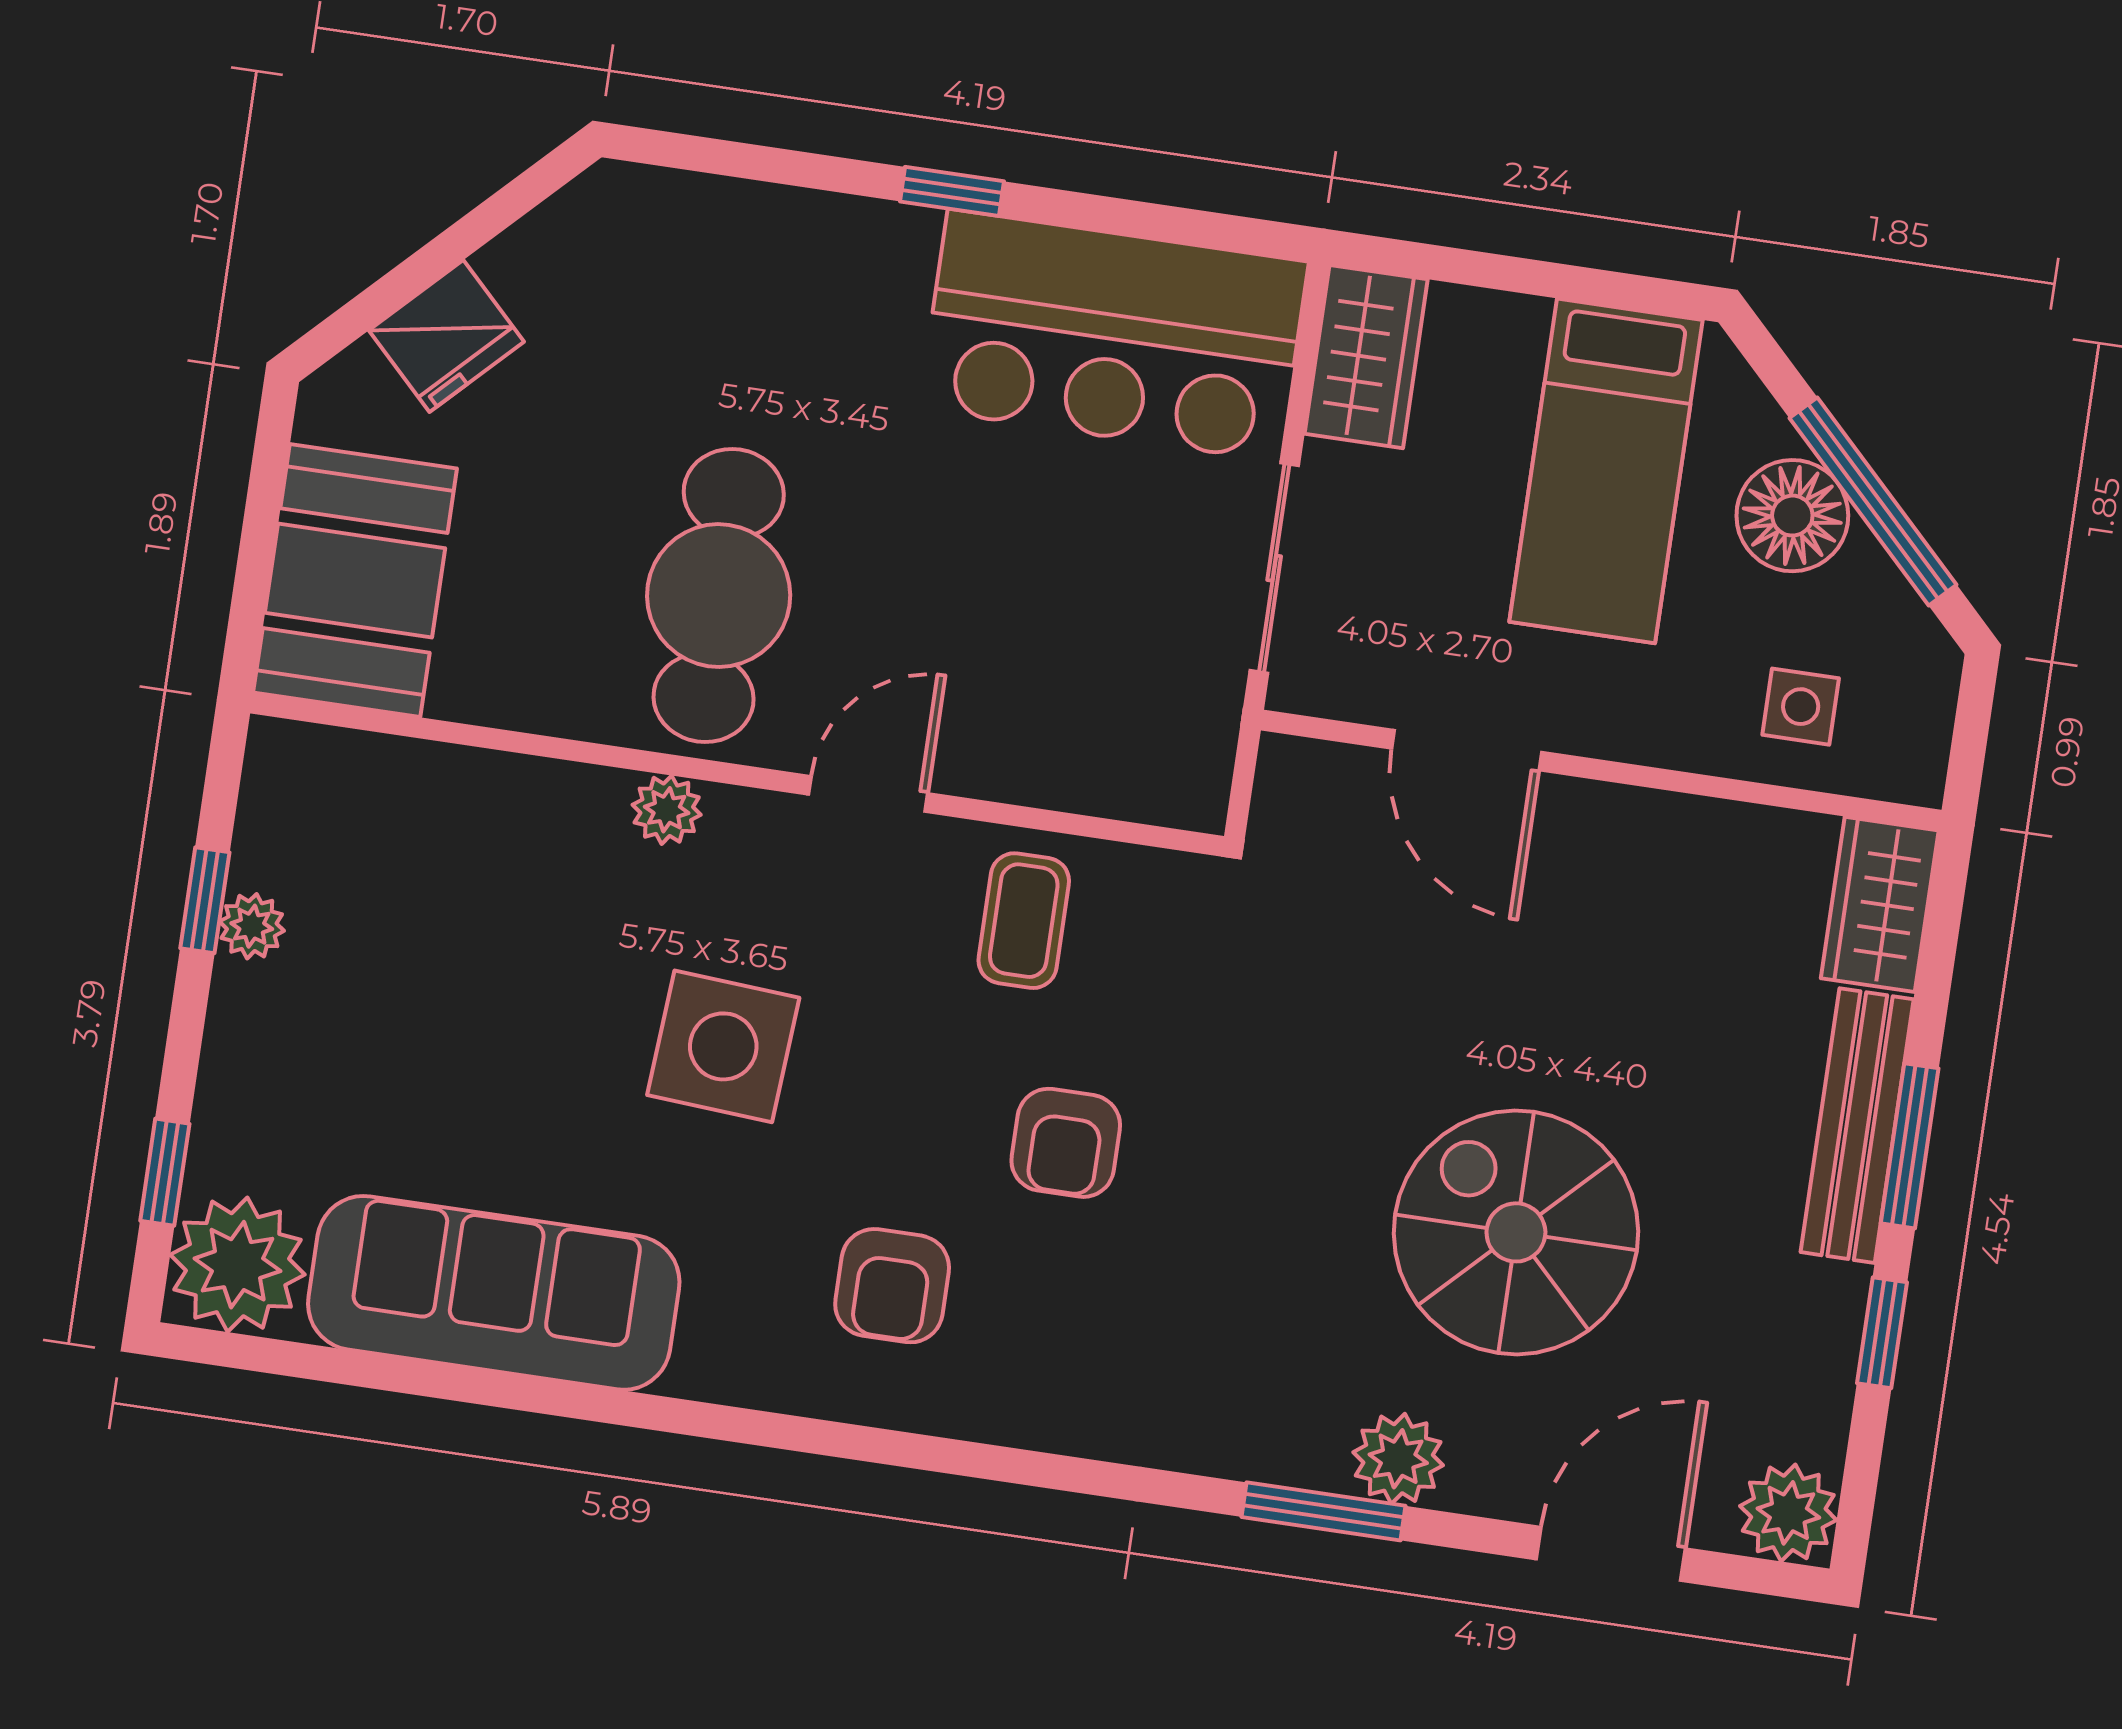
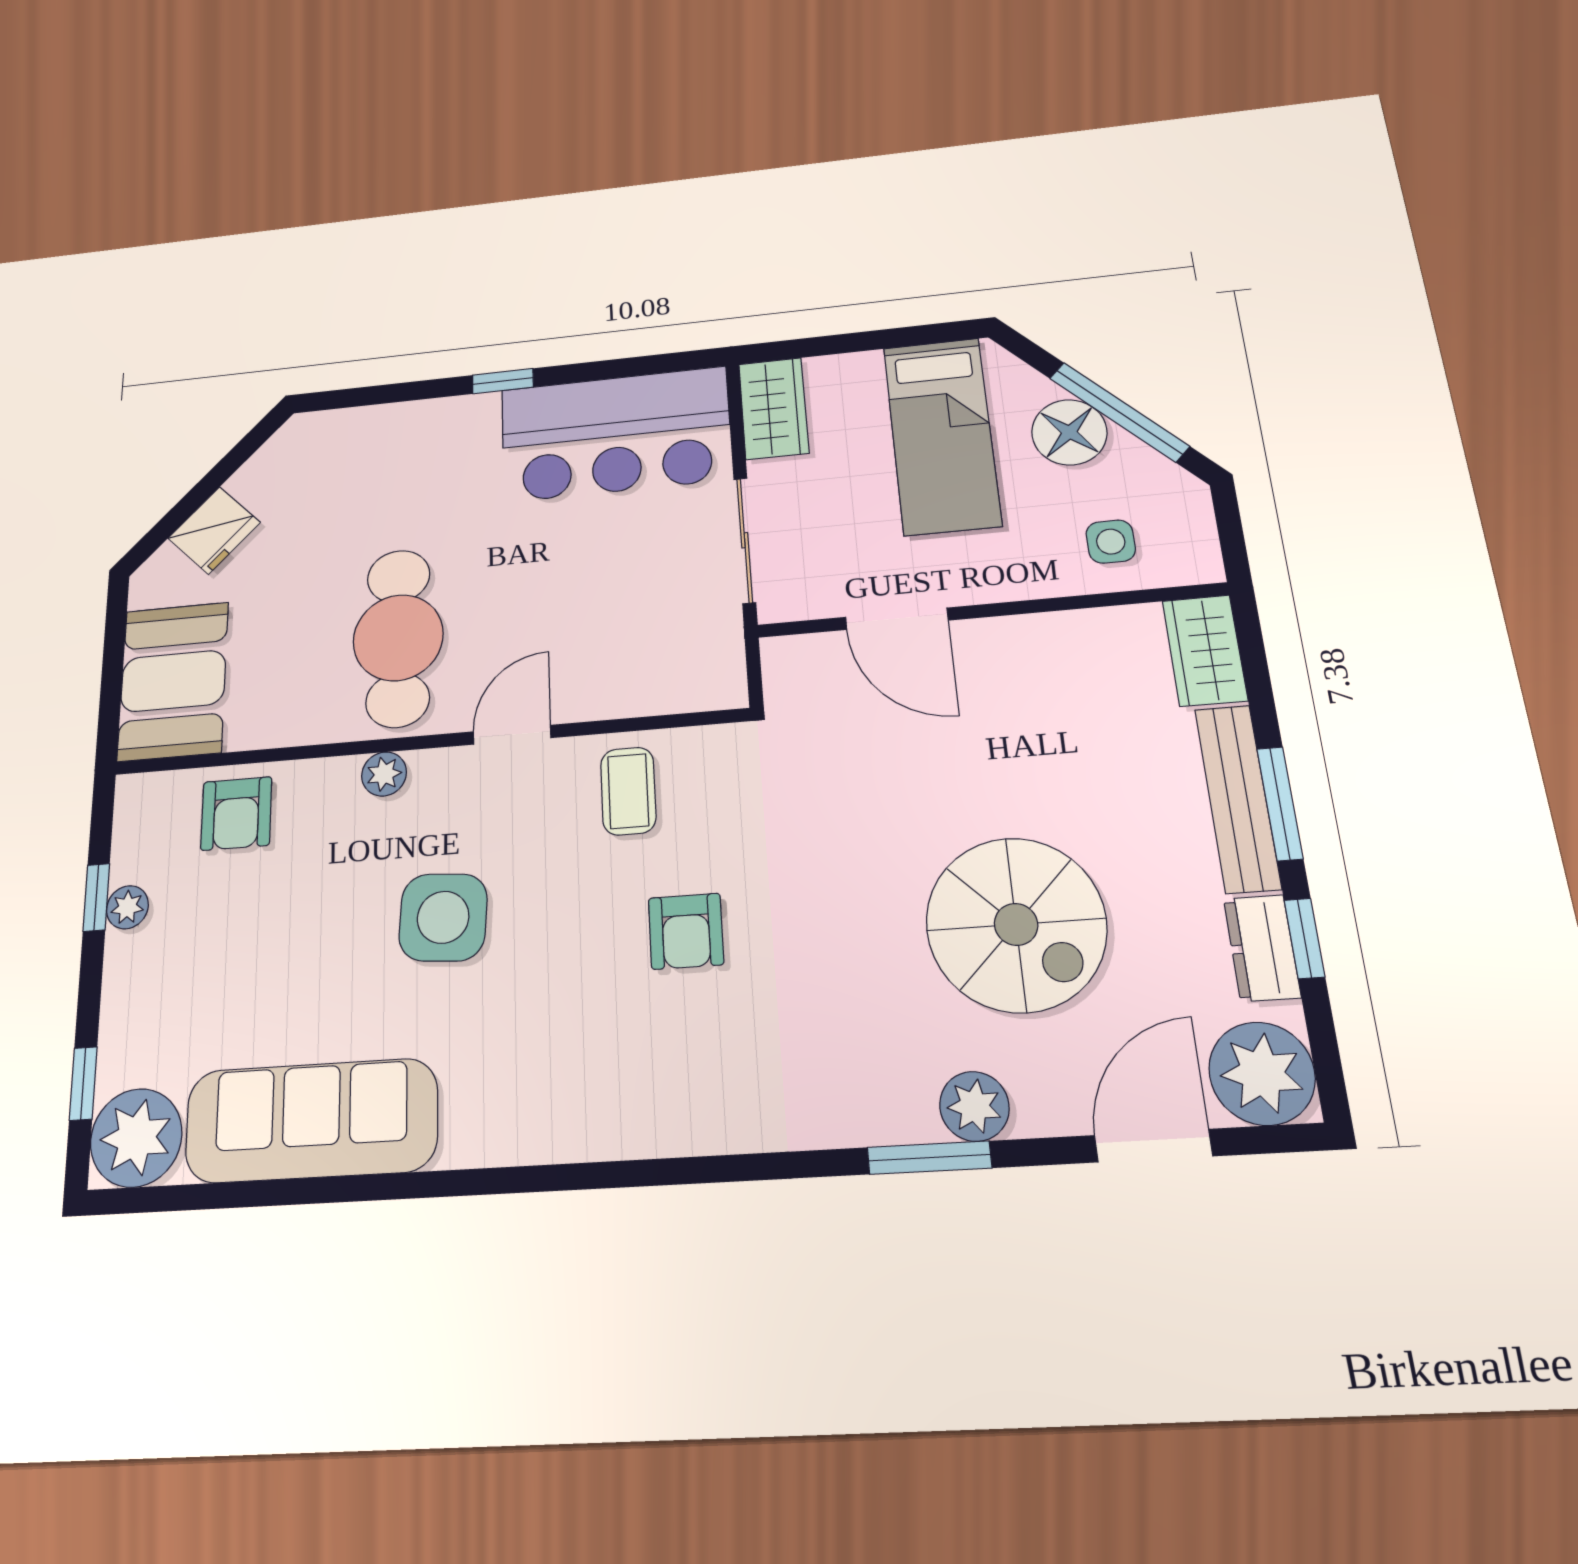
spiral stairs: (1516, 1232) -> (1016, 924), turned 180
armchair: (892, 1286) -> (236, 814), moved
dresser: (1824, 1334) -> (1262, 948), added
plant: (1788, 1513) -> (1262, 1073), width x1.36, depth x1.36

